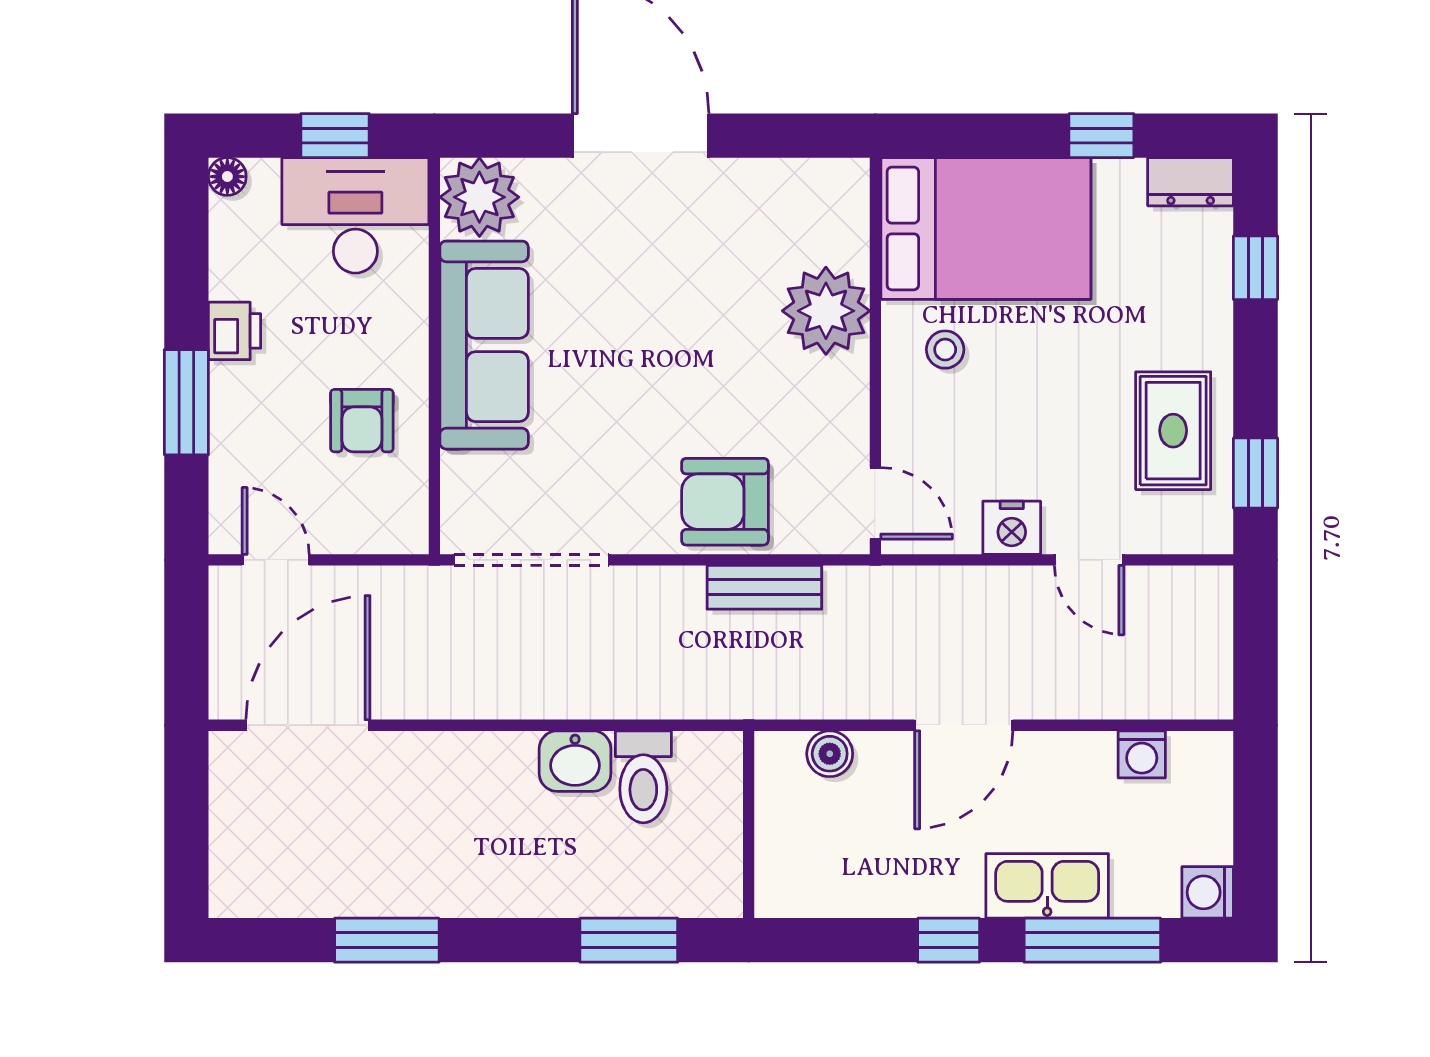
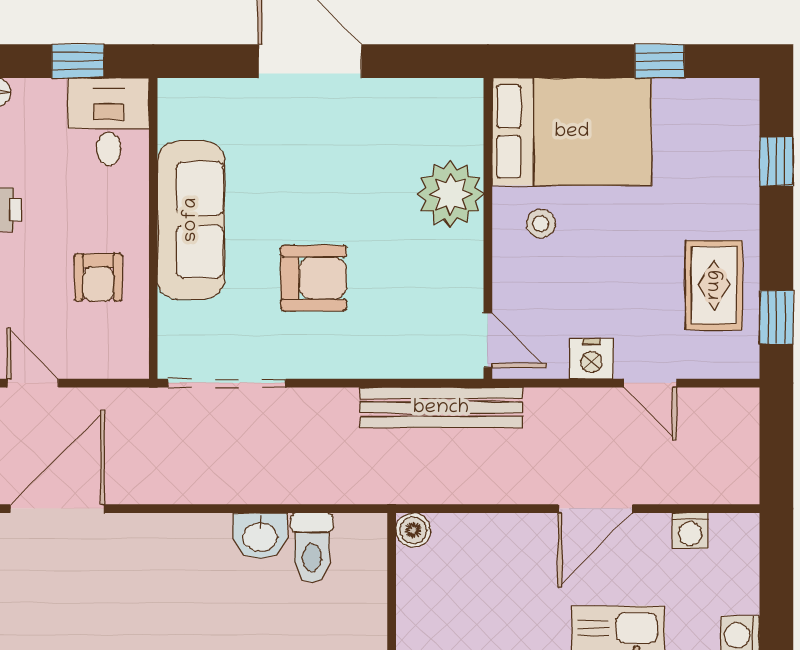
dresser: (1191, 182) -> (727, 96), removed
plant: (479, 197) -> (187, 108), removed
desk: (355, 215) -> (108, 122), width x0.73
armchair: (725, 502) -> (314, 278), moved, turned 180
bench: (764, 587) -> (441, 408), width x1.86, depth x1.21
door: (964, 725) -> (595, 509), moved
boiler: (830, 754) -> (413, 530), moved

